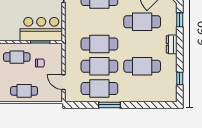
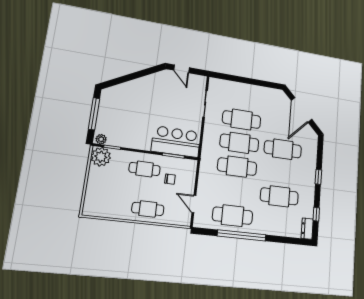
window: (180, 20) -> (318, 177), moved
dresser: (172, 44) -> (307, 229), moved
cafe table: (99, 66) -> (239, 143), moved
window: (110, 105) -> (242, 235), width x2.11

